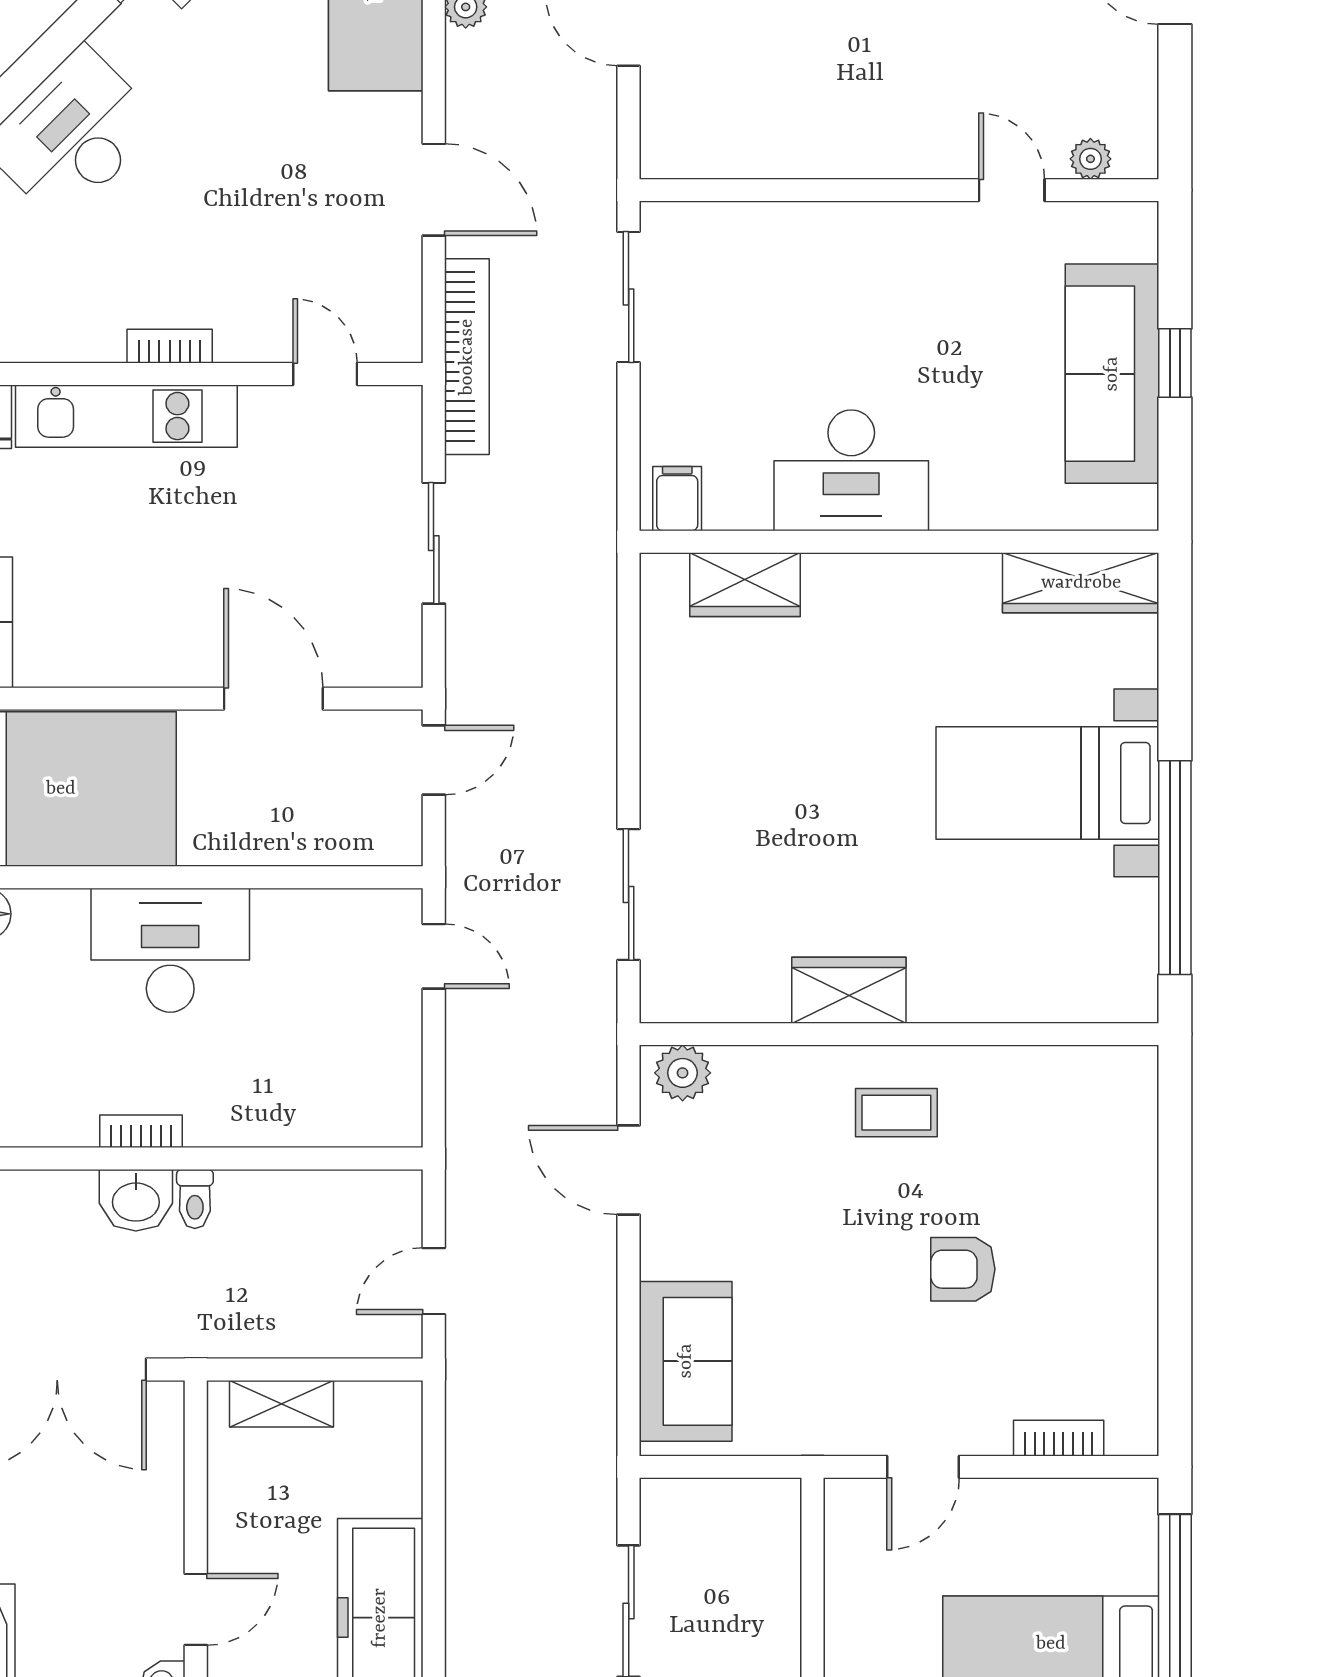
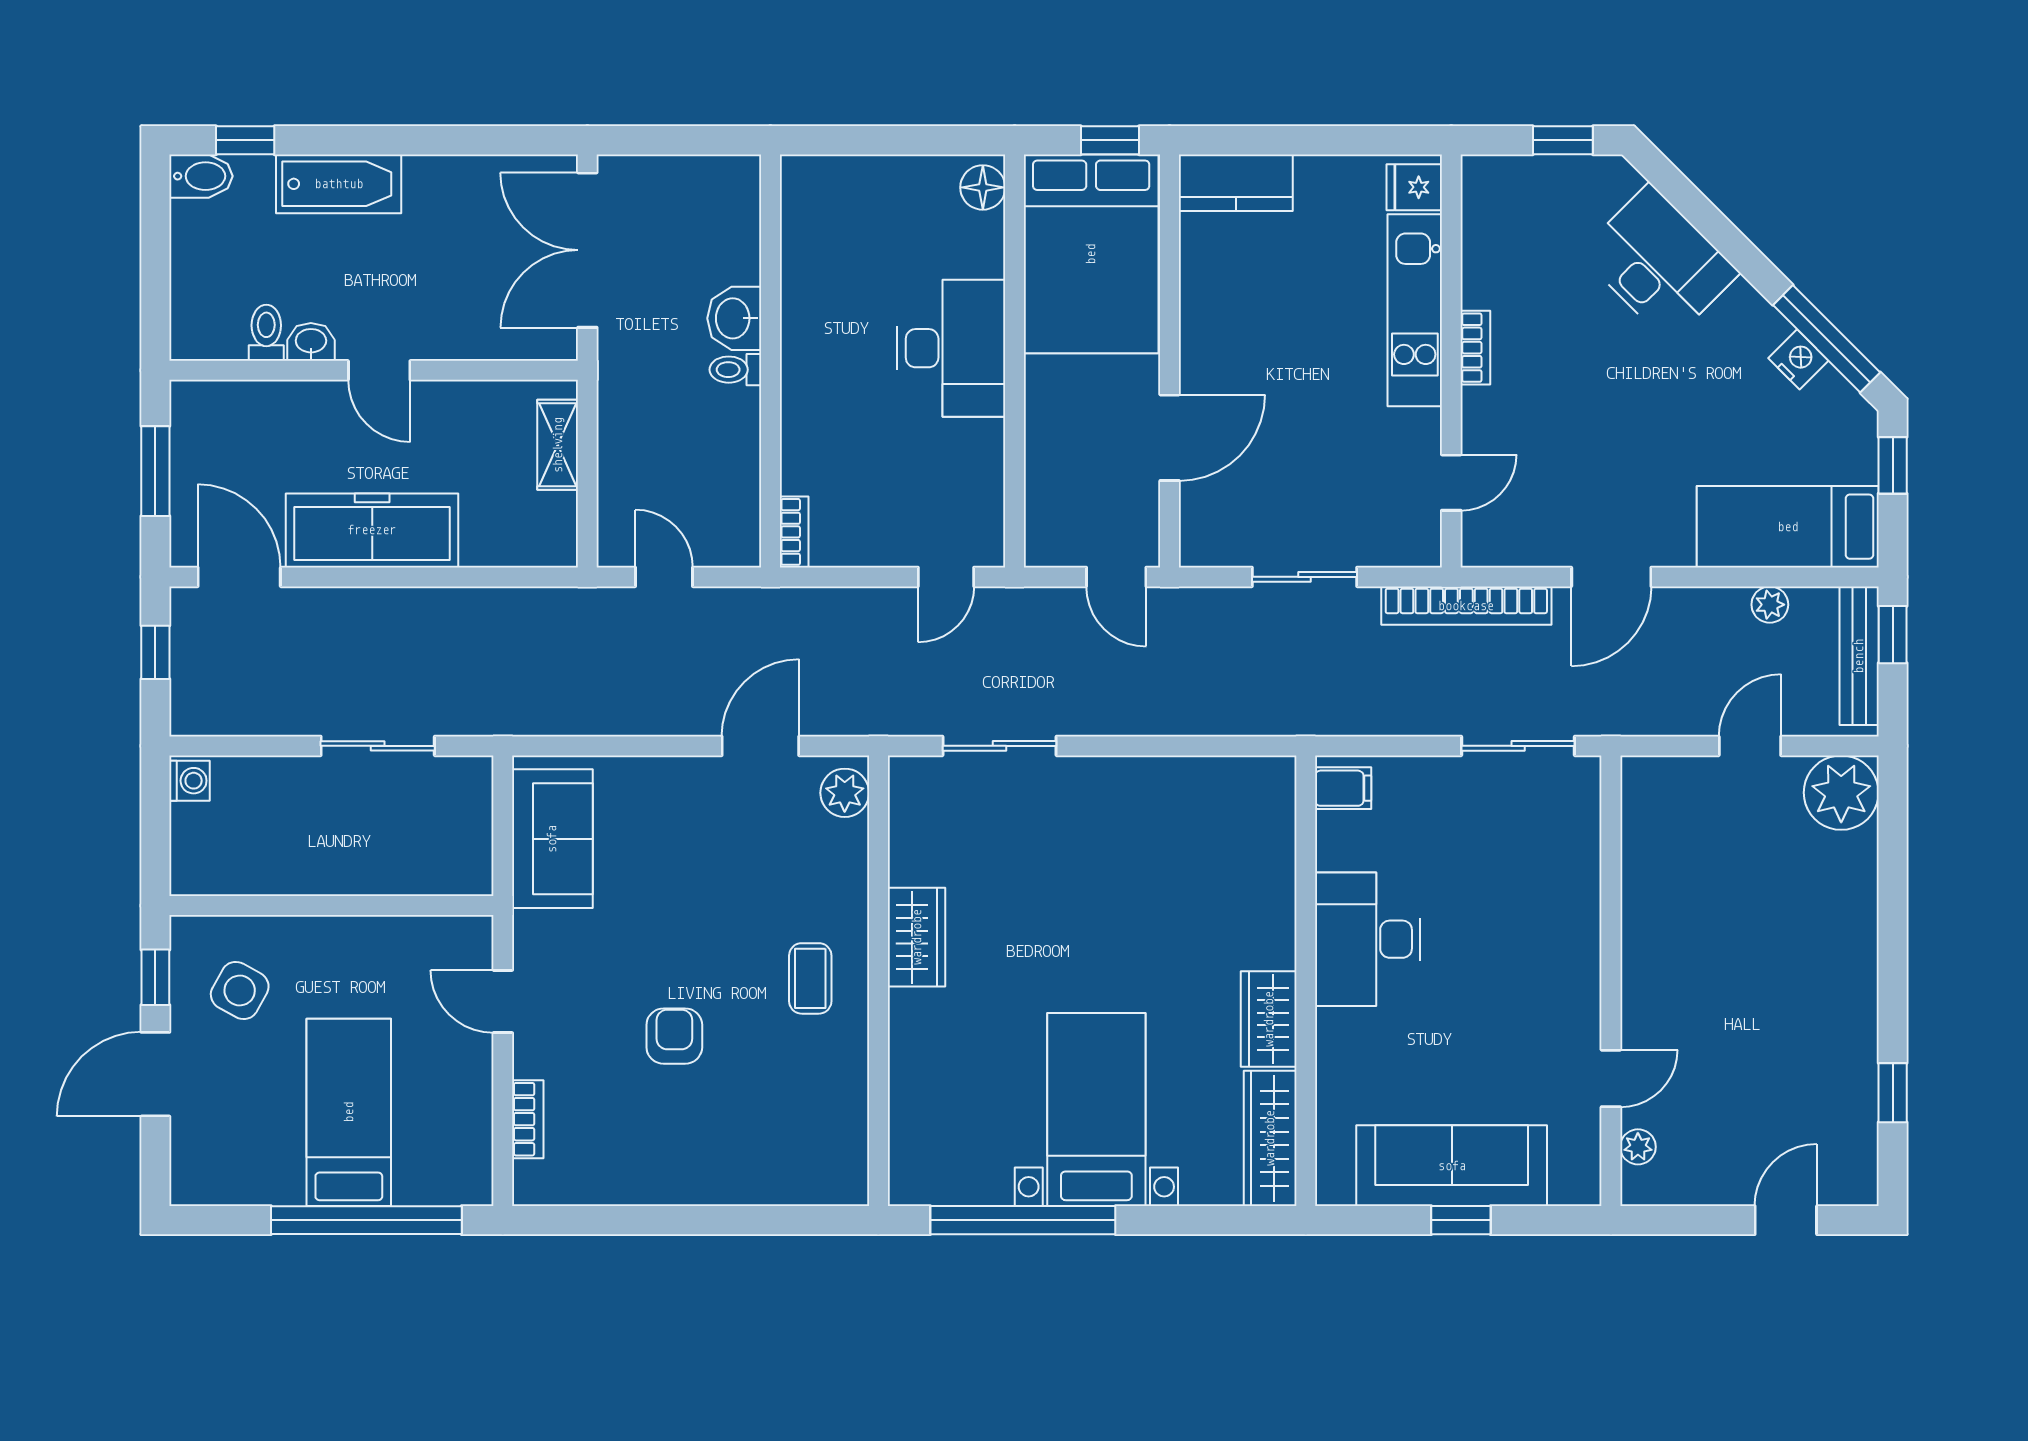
wardrobe: (745, 585) -> (1269, 1019), moved
bookcase: (141, 1131) -> (794, 532), moved
sofa: (686, 1361) -> (552, 839), moved, turned -90

